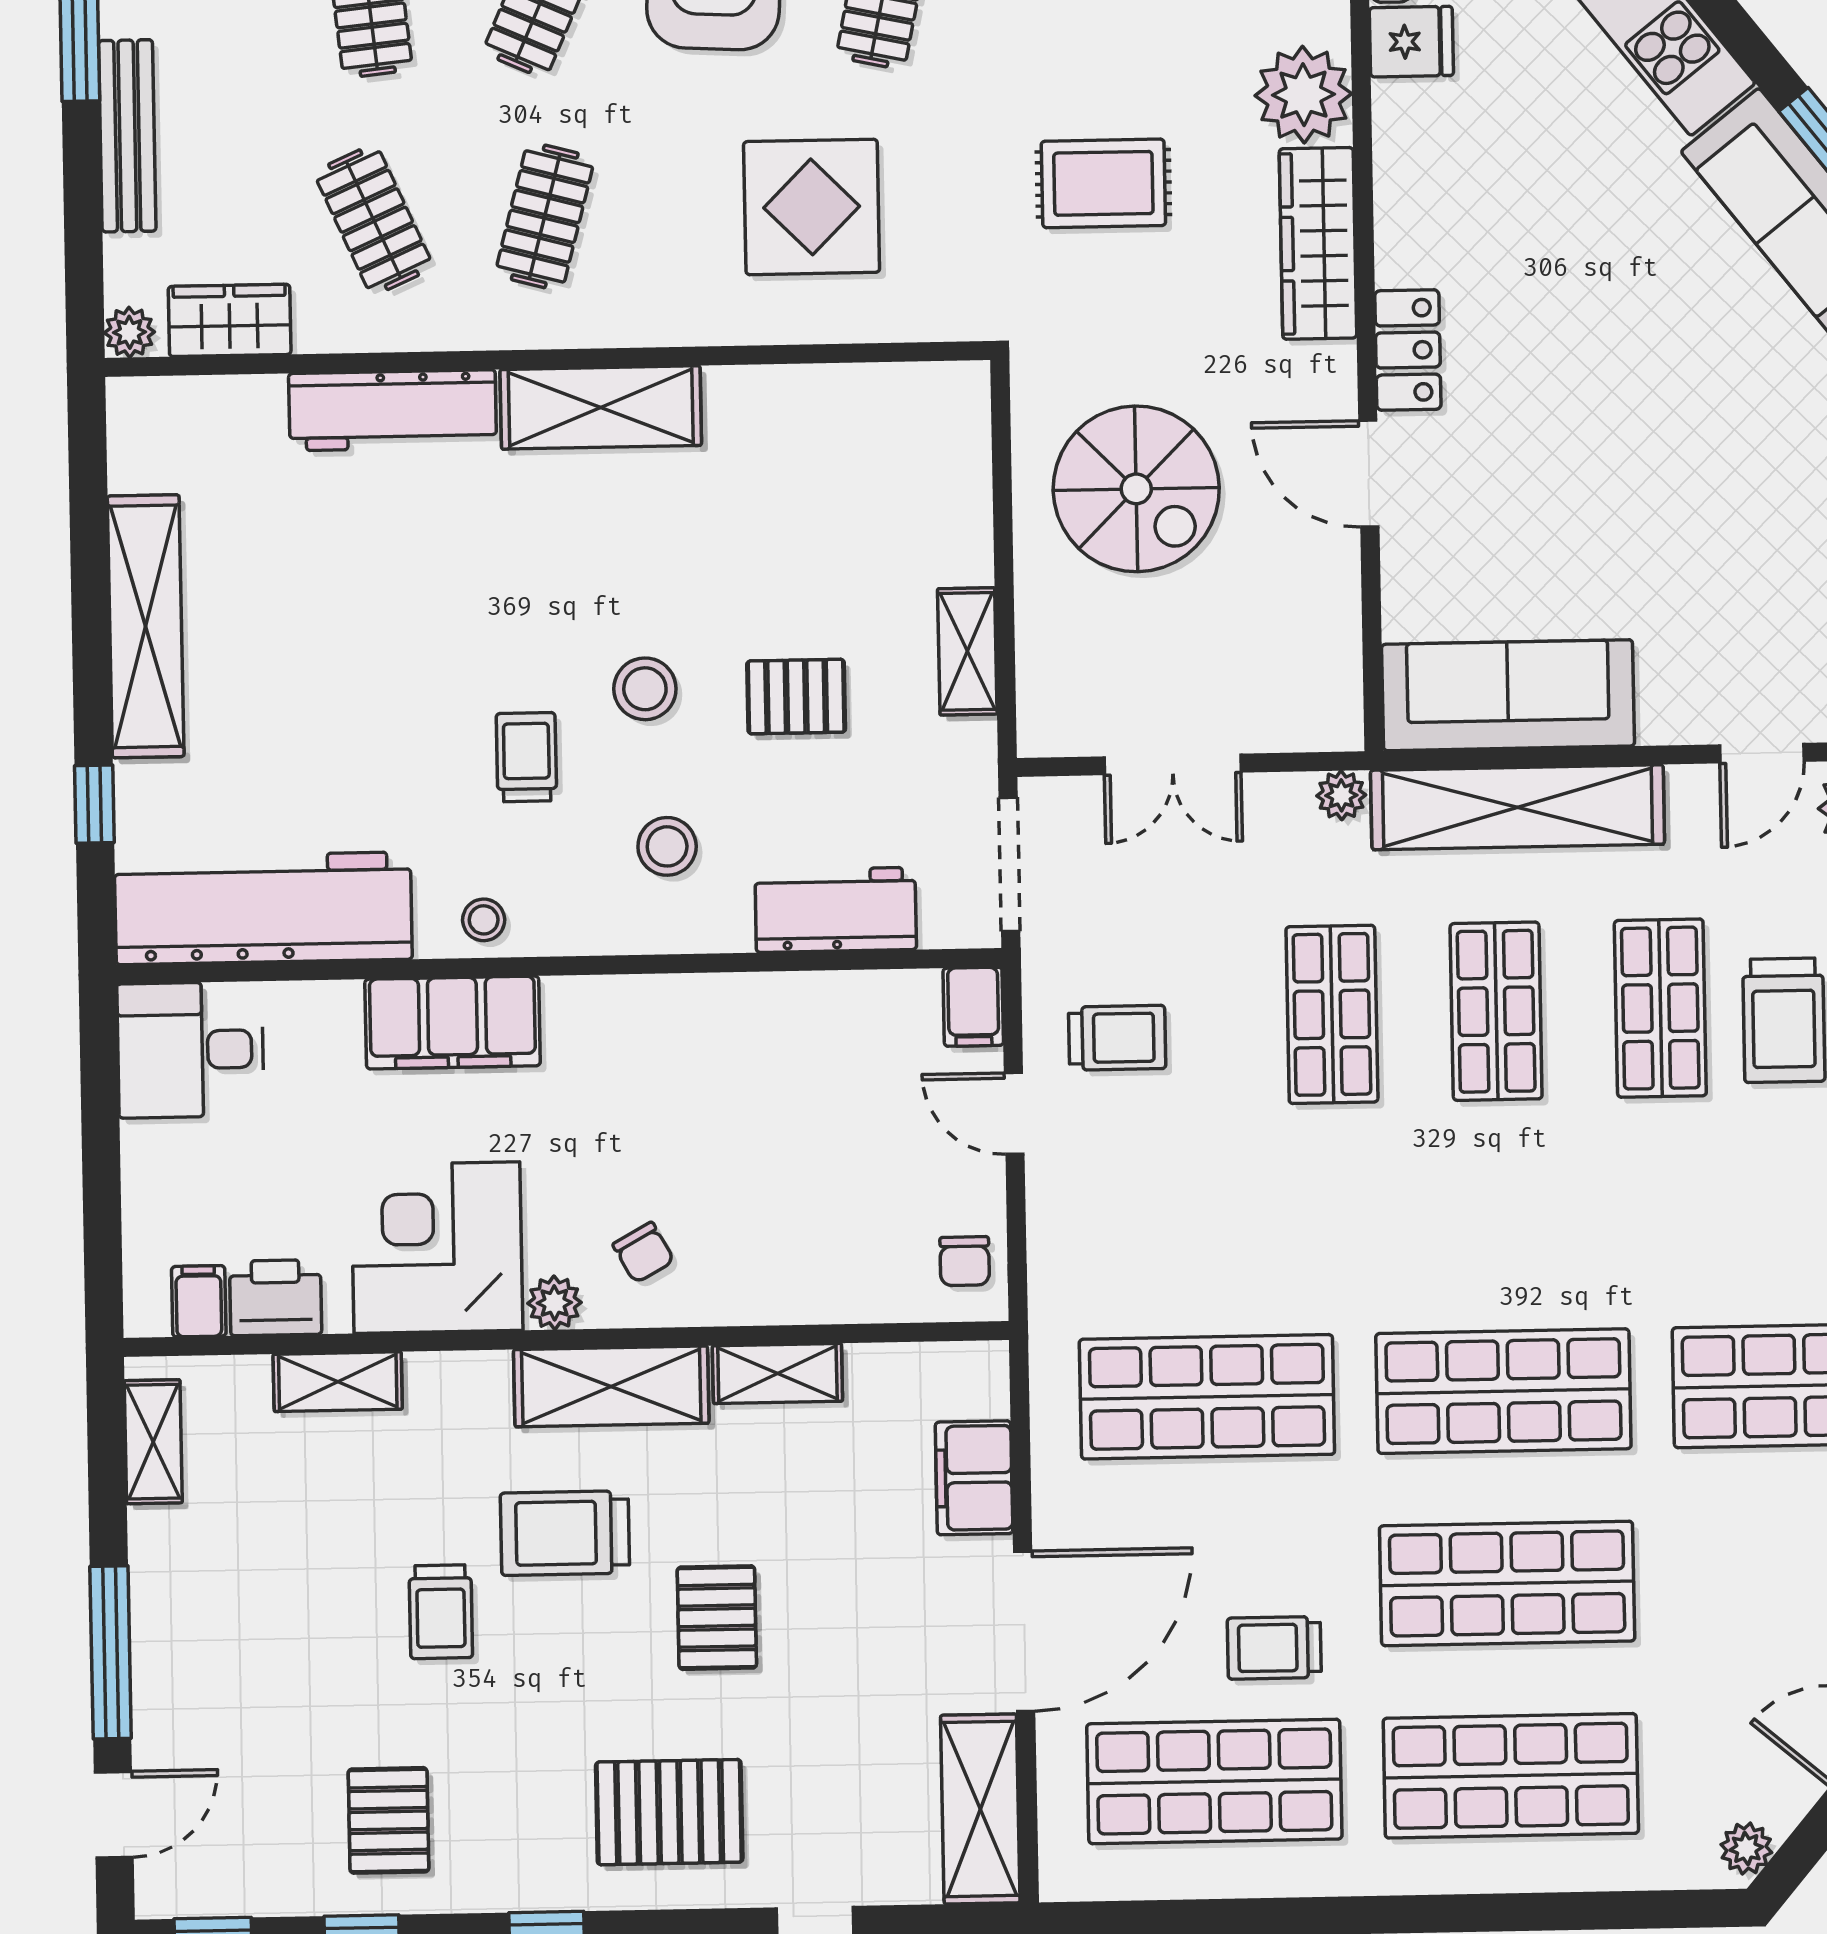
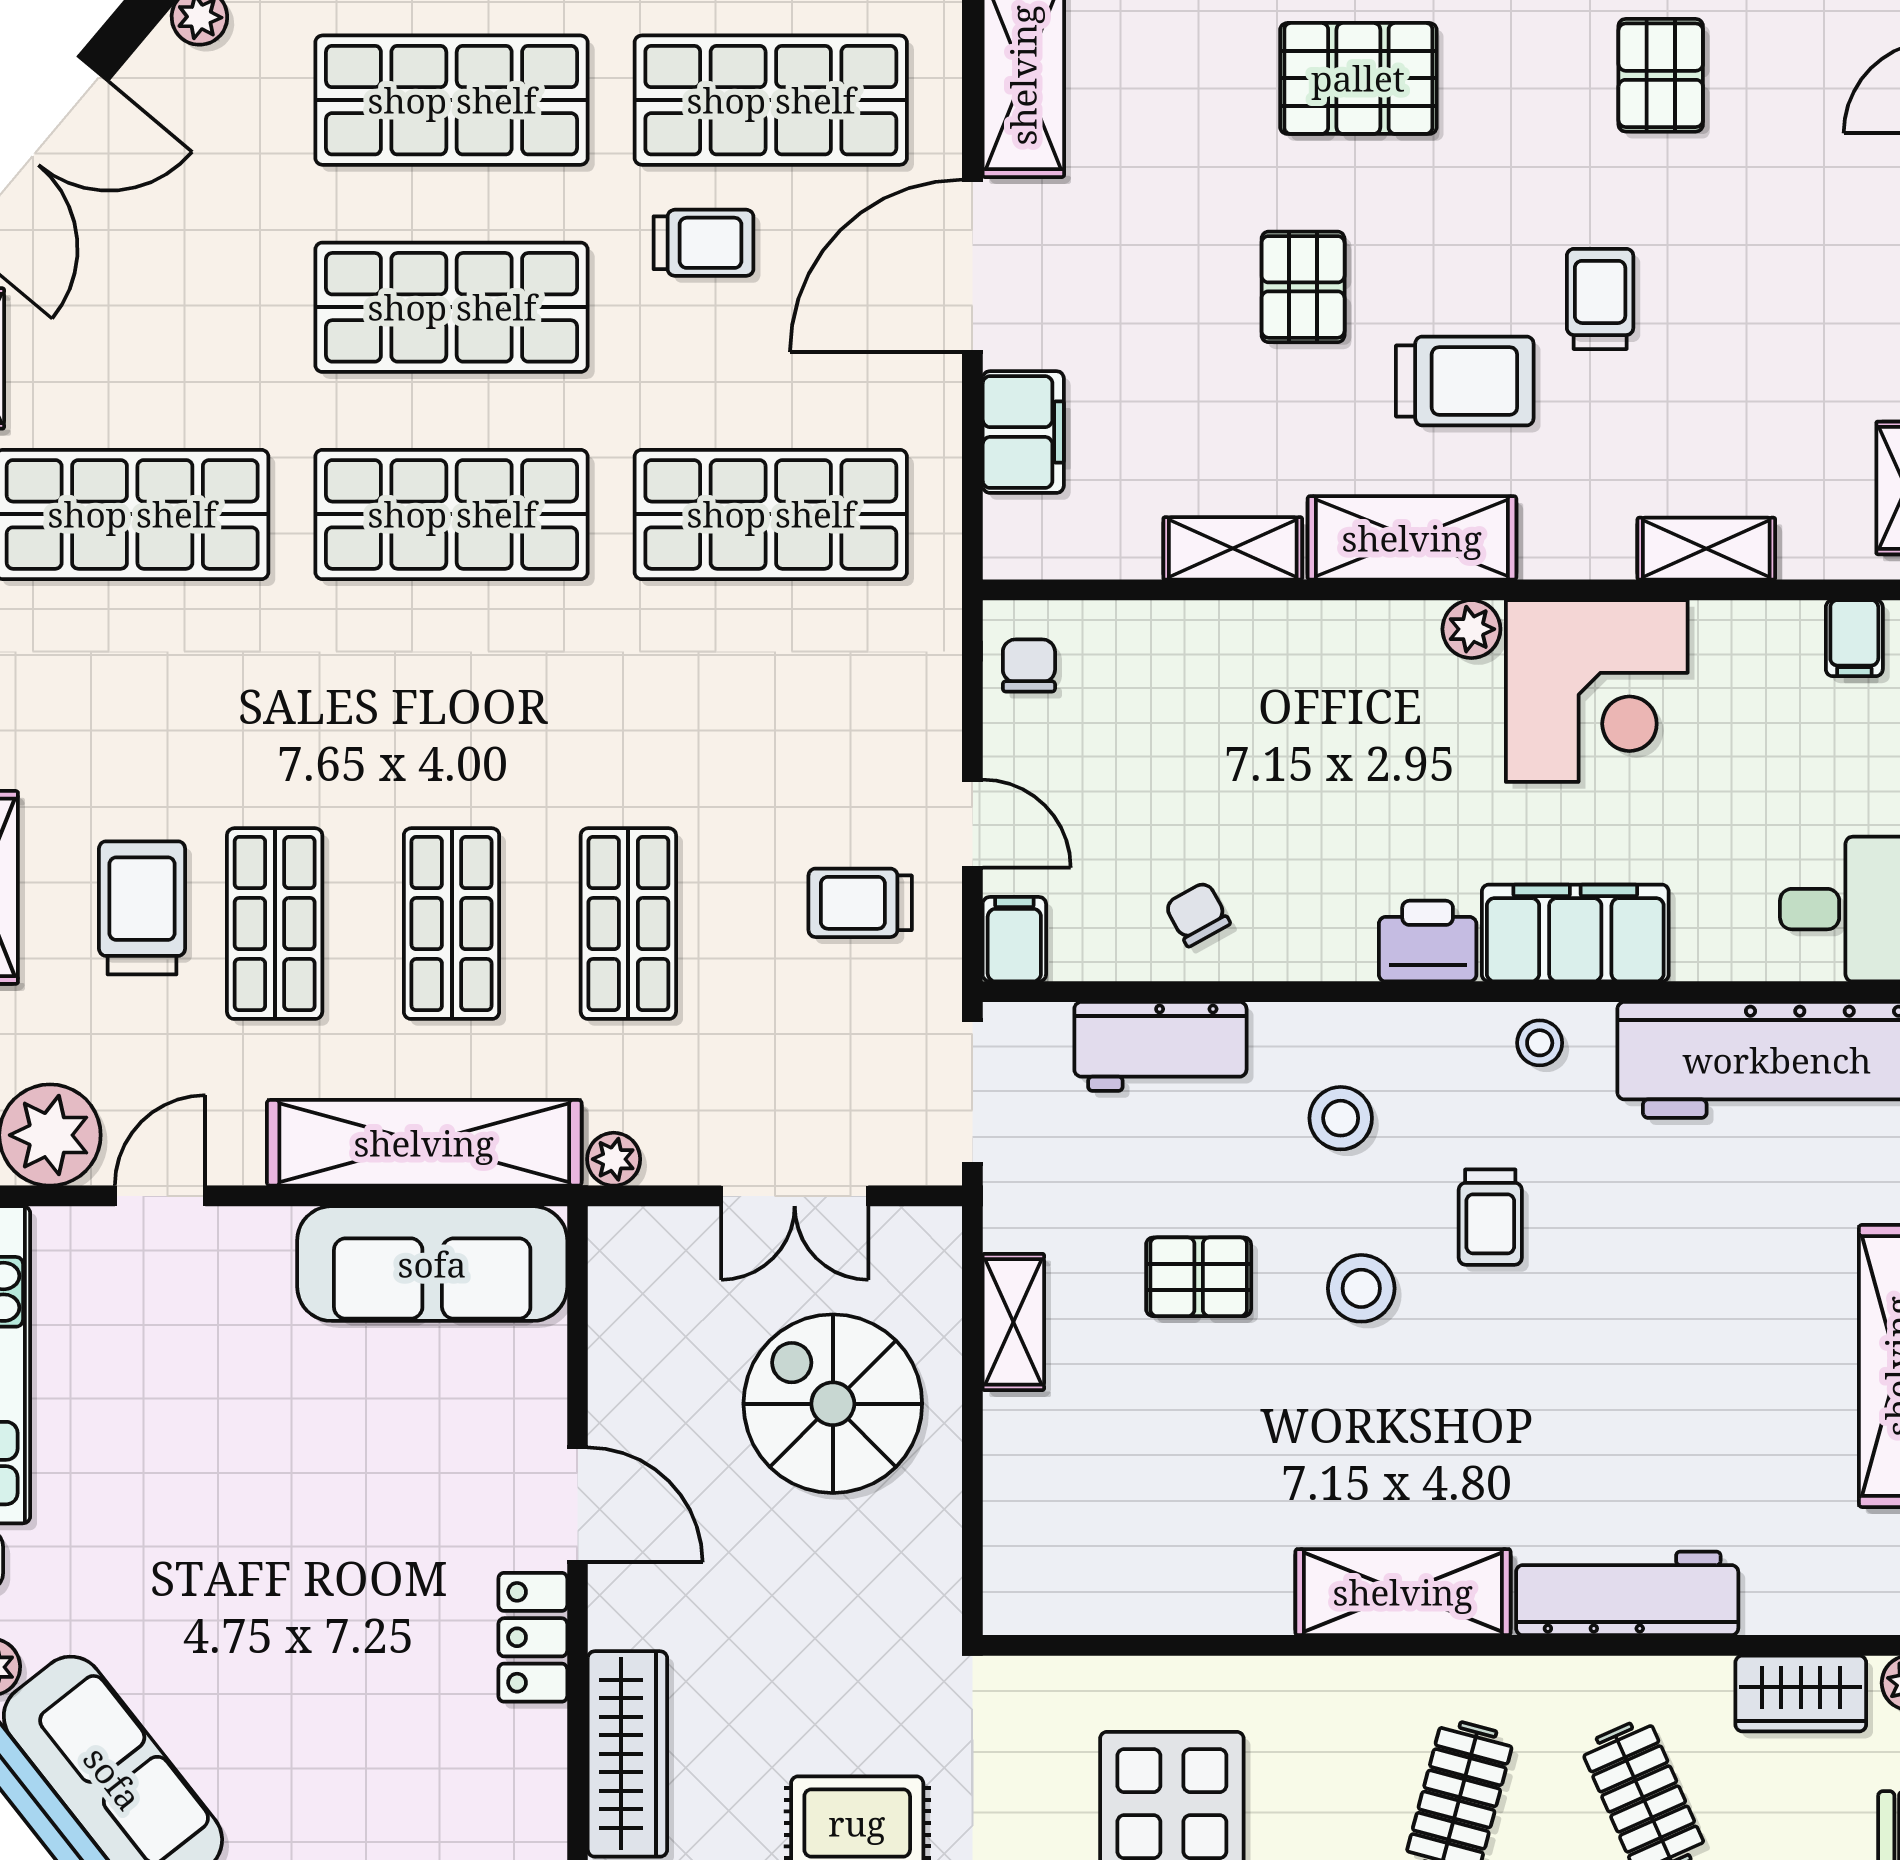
spiral stairs: (1136, 489) -> (833, 1404), moved
double door: (1173, 764) -> (795, 1196), swing flipped
chair: (644, 1253) -> (1197, 914), moved
printer: (276, 1298) -> (1428, 941), moved, turned 180

